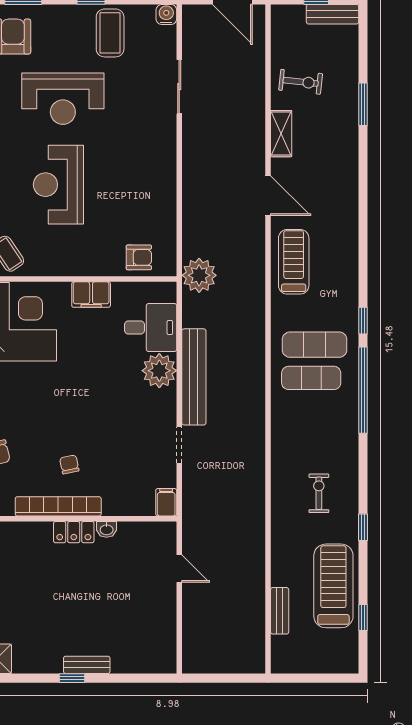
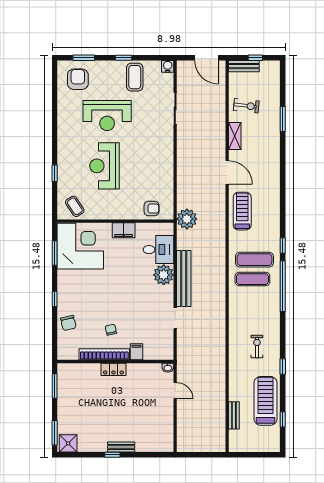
bench: (333, 14) -> (244, 66), moved
filing cabinet: (166, 502) -> (137, 352), moved
washbasin: (107, 529) -> (168, 368), moved

